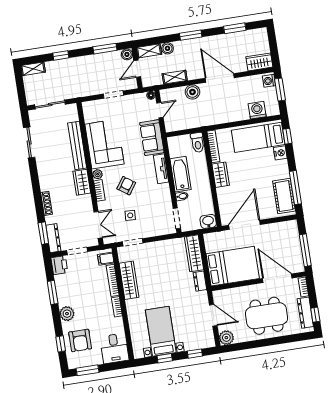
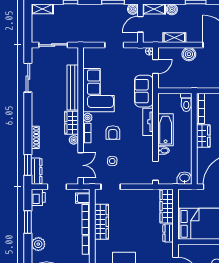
armchair: (126, 186) -> (113, 132), turned 145
plant: (87, 200) -> (74, 140), added

